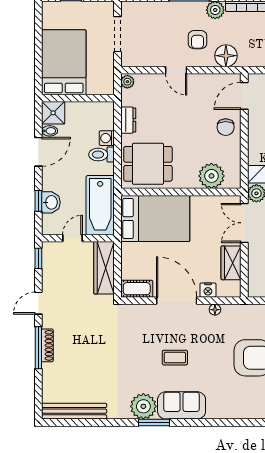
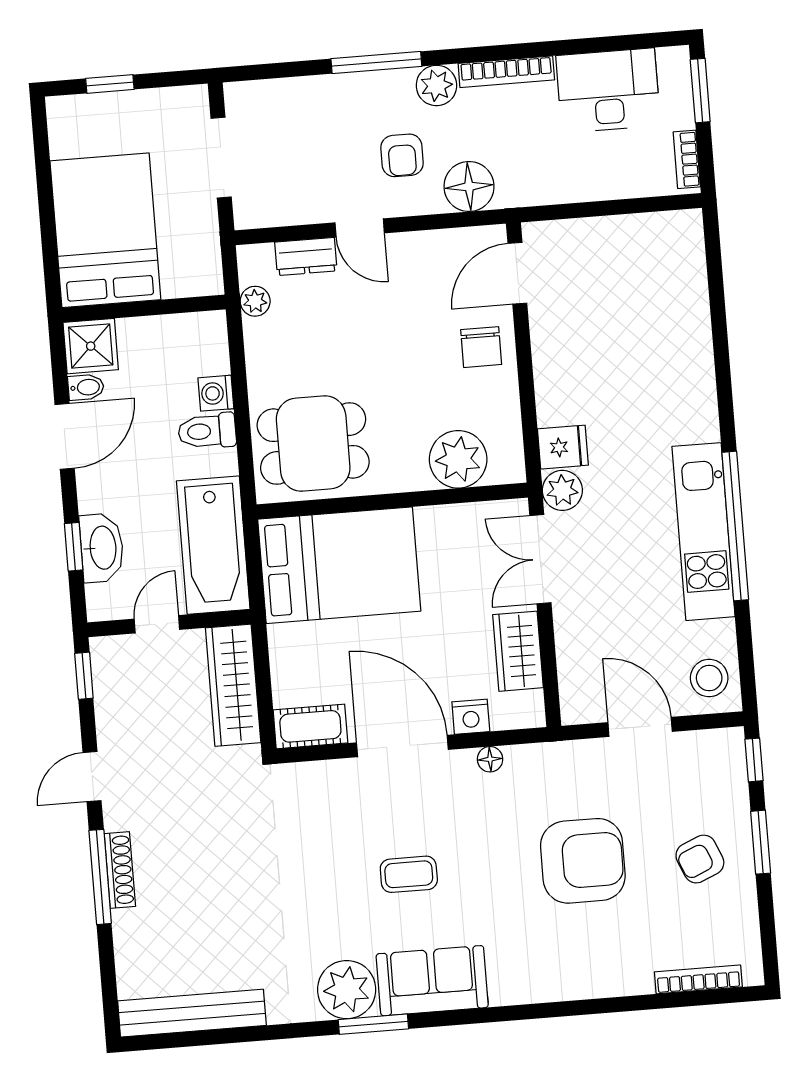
plant: (127, 82) -> (255, 301), moved
dresser: (128, 120) -> (306, 256), moved, turned 90
washbasin: (51, 202) -> (102, 548), width x1.38

